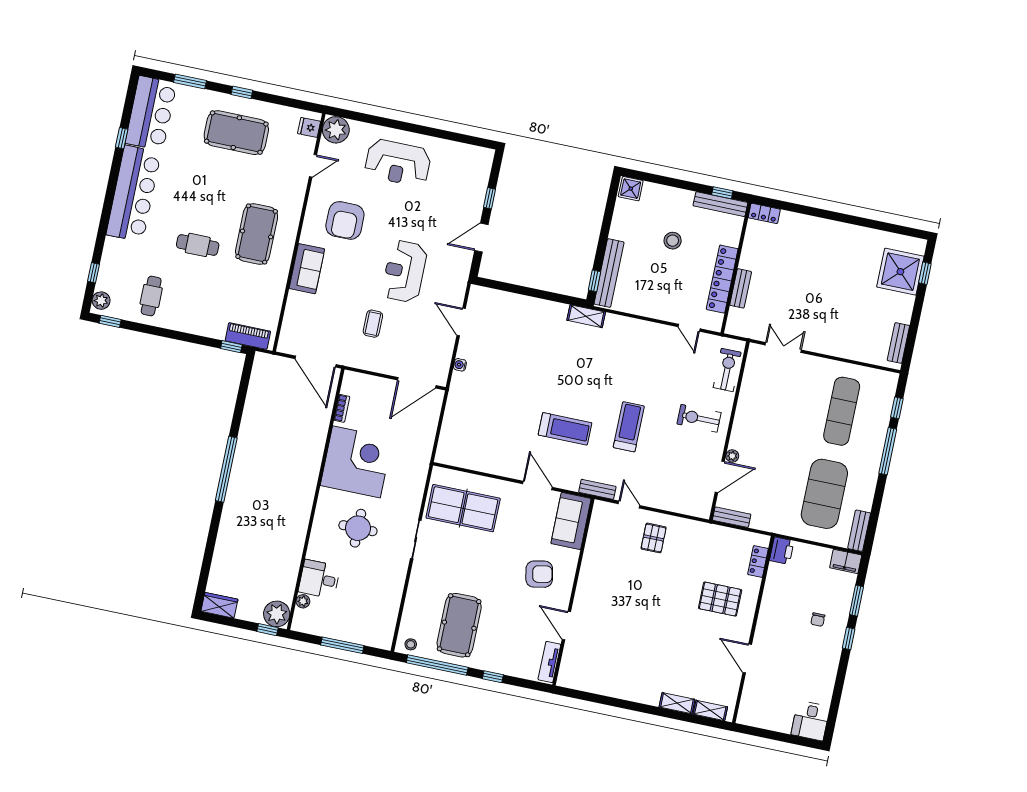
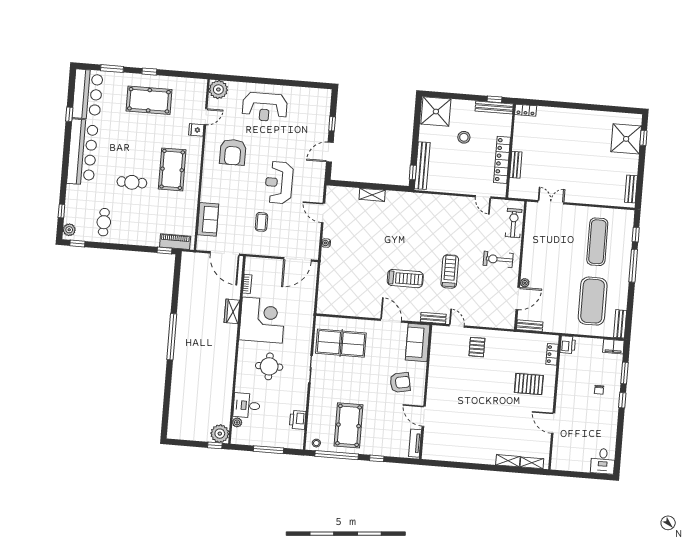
fridge: (309, 127) -> (196, 130), moved
shower: (631, 189) -> (436, 112), width x1.86, depth x1.86
sofa: (307, 269) -> (208, 219), moved
shelving: (586, 316) -> (372, 195), moved
wardrobe: (219, 605) -> (232, 311), moved, turned -90
printer: (389, 609) -> (298, 420), added

